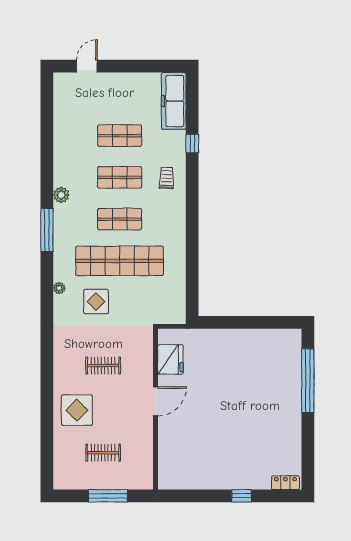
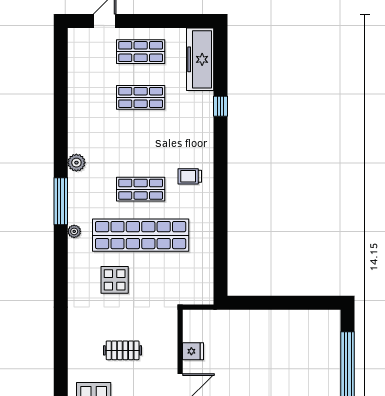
shop shelf: (120, 177) -> (141, 52), moved
trolley: (167, 178) -> (190, 176), moved, turned -92
plant: (59, 288) -> (74, 231), moved
fridge: (170, 359) -> (193, 351), width x0.53, depth x0.75

